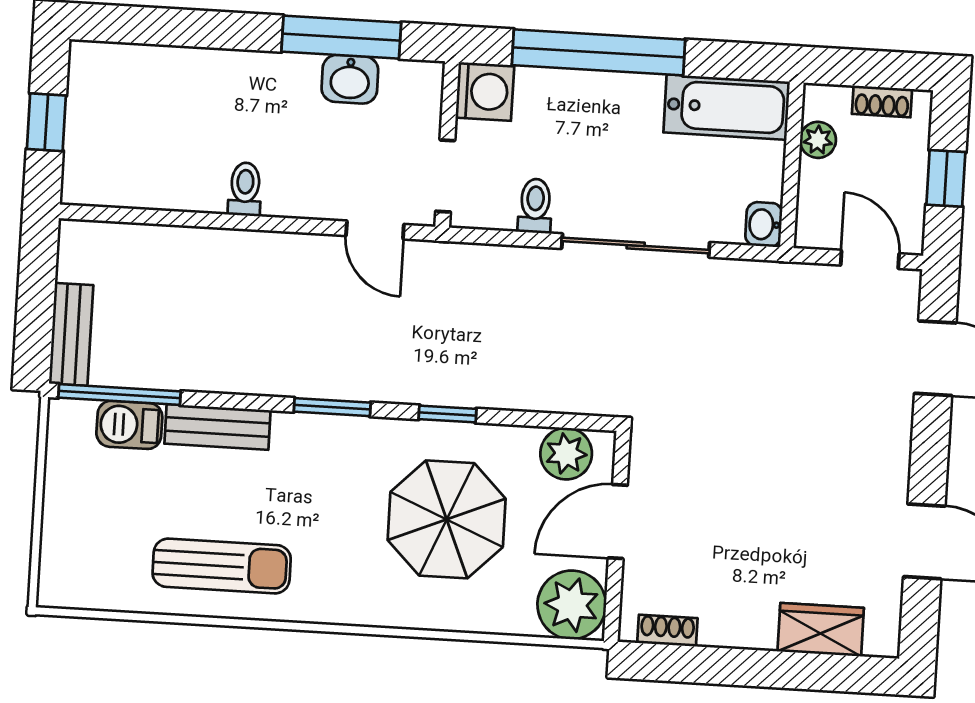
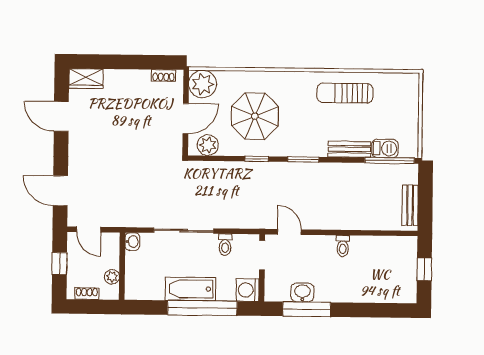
bathtub: (727, 107) -> (190, 289), moved
bench: (71, 334) -> (410, 205), moved
wardrobe: (821, 630) -> (86, 79), moved

